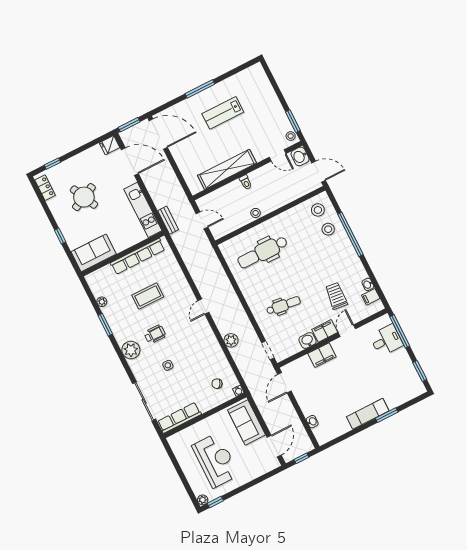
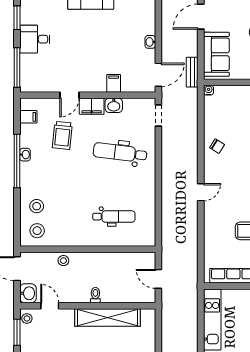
stool: (256, 213) -> (63, 261), moved
bench: (168, 220) -> (192, 72), moved
window: (350, 234) -> (17, 161), moved
dental chair: (263, 252) -> (114, 217), width x0.73, depth x0.72
washbasin: (368, 284) -> (25, 155), moved
dental chair: (283, 305) -> (120, 153), width x1.36, depth x1.38
plant: (231, 340) -> (190, 144), removed
desk: (386, 340) -> (35, 39), moved
filing cabinet: (322, 355) -> (114, 83), width x0.50
chair: (217, 384) -> (217, 146), moved
washbasin: (312, 422) -> (150, 42), moved

